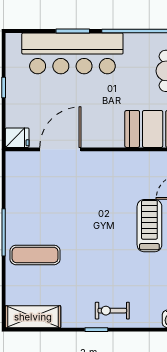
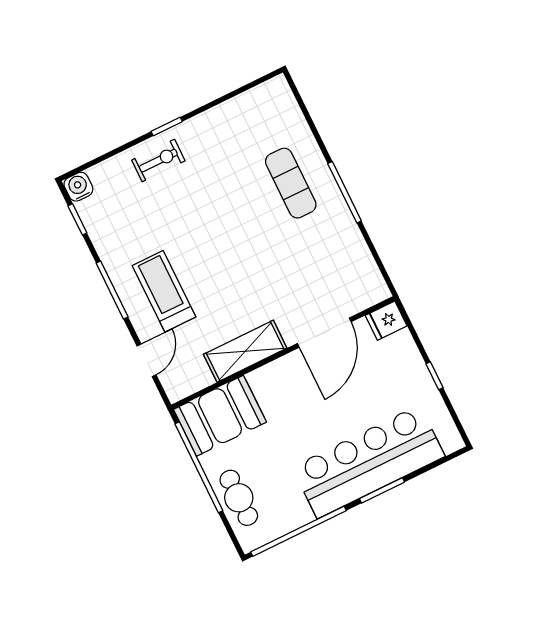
treadmill: (149, 226) -> (164, 291), turned 180
exercise mat: (35, 255) -> (291, 183), turned 90
shelving: (33, 317) -> (245, 351), moved

